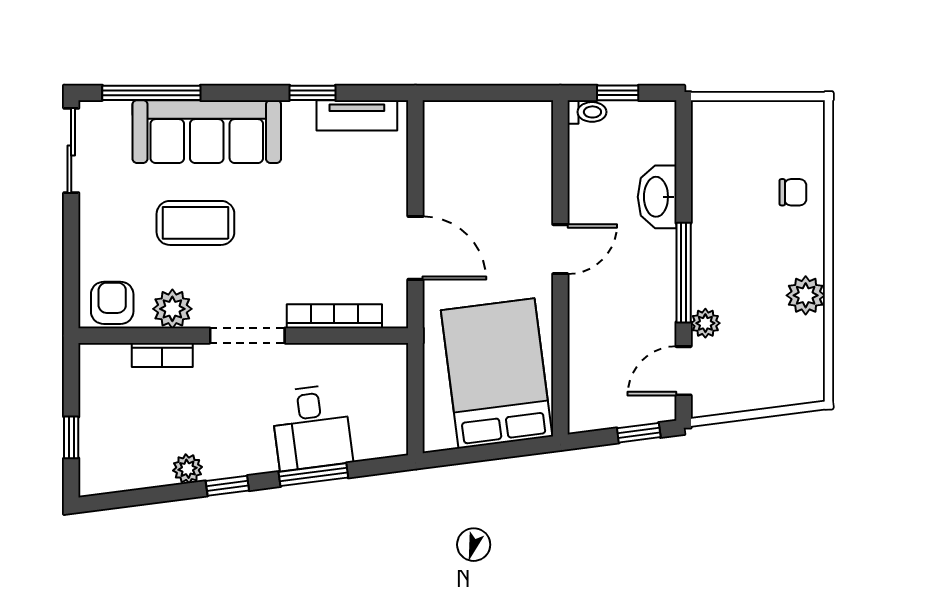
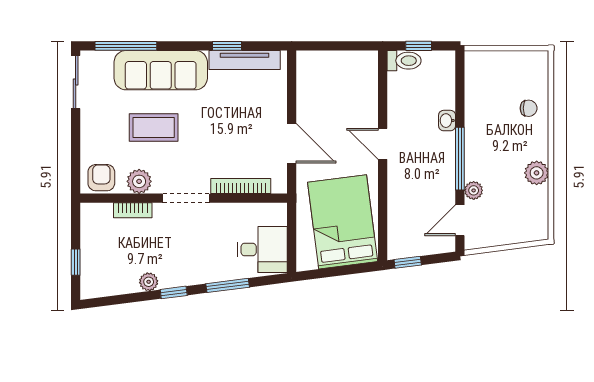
toilet: (587, 112) -> (404, 61), width x1.37, depth x1.39
tv unit: (357, 115) -> (245, 60), width x1.41
washbasin: (657, 197) -> (447, 121), width x0.52, depth x0.69
door: (560, 249) -> (383, 144), swing flipped
desk: (312, 427) -> (262, 250), moved, turned -83
window: (639, 433) -> (408, 262), moved

